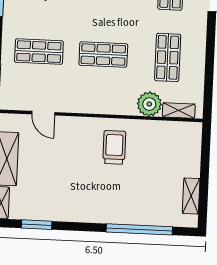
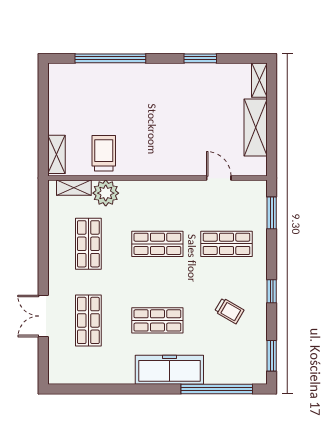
trolley: (114, 147) -> (104, 153), moved, turned 180
shelving: (191, 196) -> (56, 154), moved
window: (37, 225) -> (200, 58), moved

